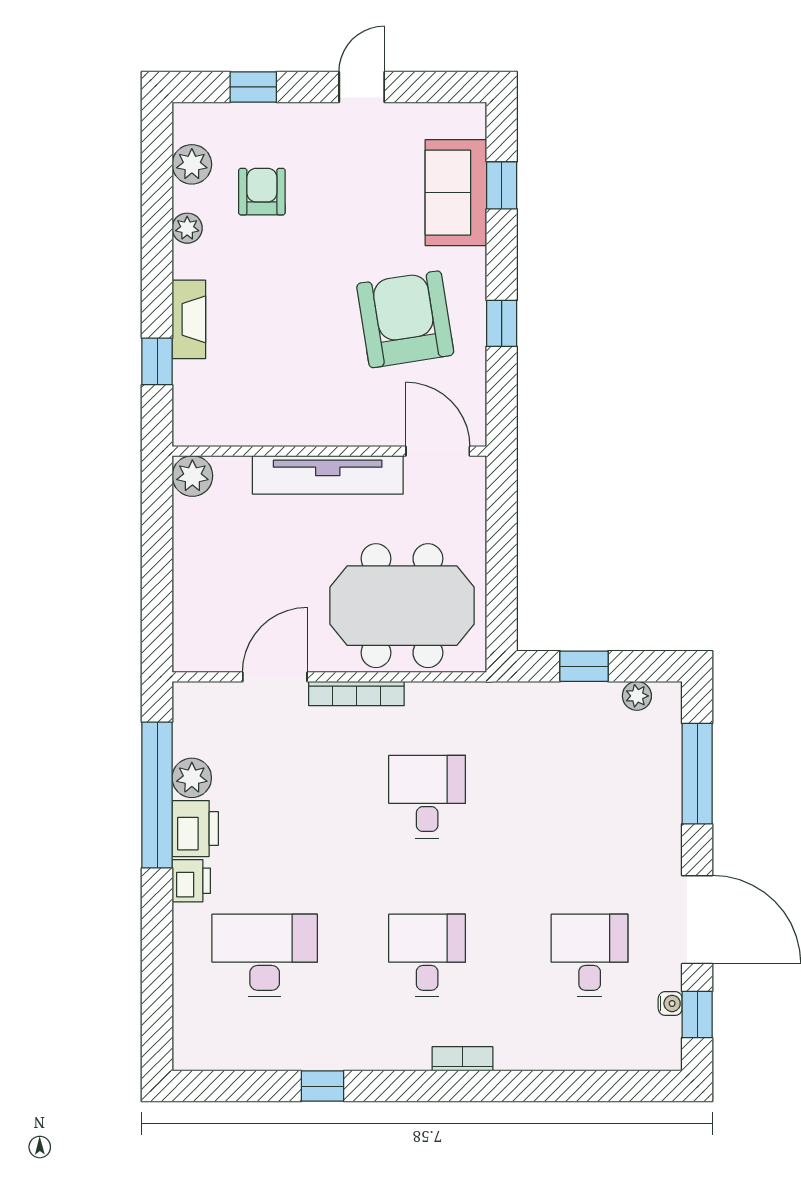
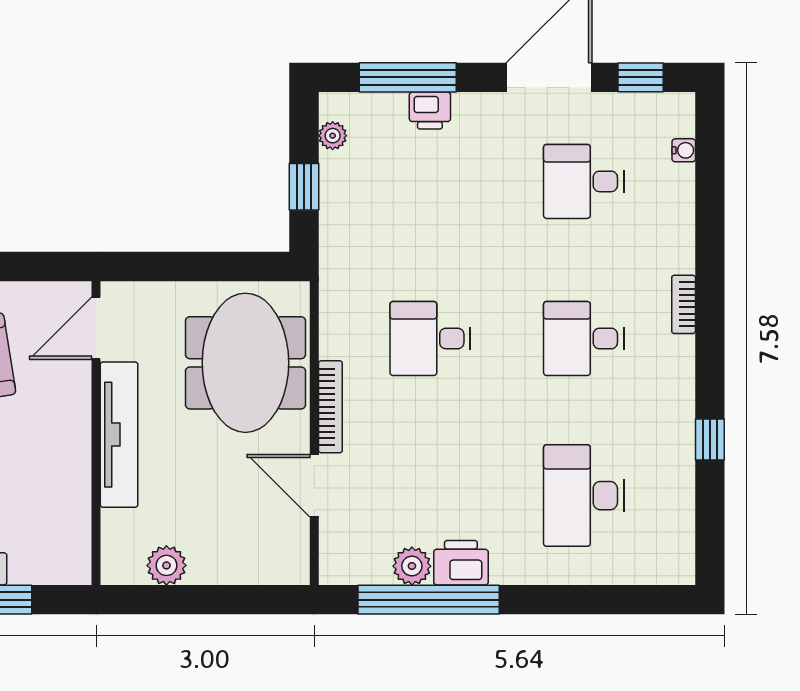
plant: (192, 476) -> (166, 565), moved
printer: (191, 881) -> (430, 111), moved, turned 180
water cooler: (670, 1003) -> (684, 150), moved, turned 90

